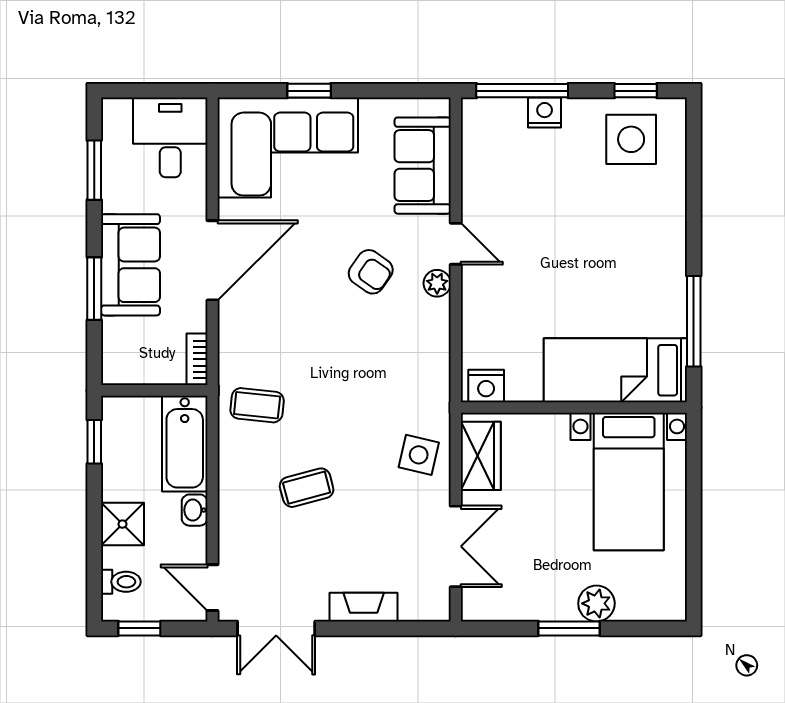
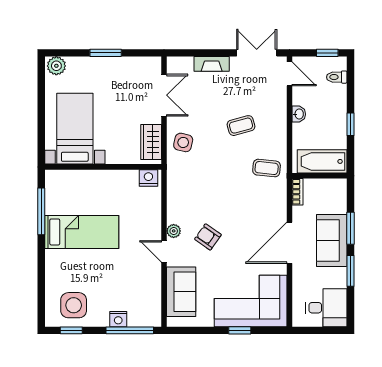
desk: (170, 137) -> (326, 308), moved, turned -90
window: (94, 170) -> (351, 271), moved
bed: (615, 370) -> (82, 232), moved
window: (94, 442) -> (351, 124), moved
bathtub: (185, 444) -> (322, 161), moved, turned -90
shower: (122, 524) -> (336, 107), removed
double door: (456, 546) -> (164, 95), swing flipped
plant: (596, 603) -> (56, 66), moved

